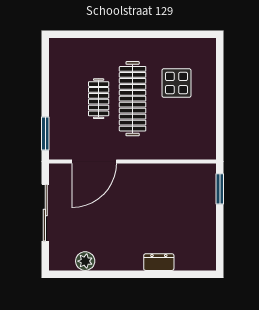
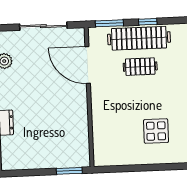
window: (45, 87) -> (148, 22), added
clothes rail: (133, 99) -> (139, 38), moved

